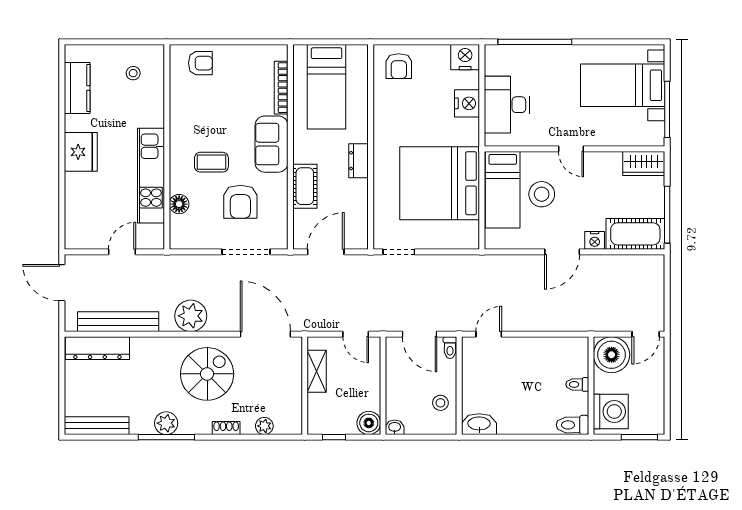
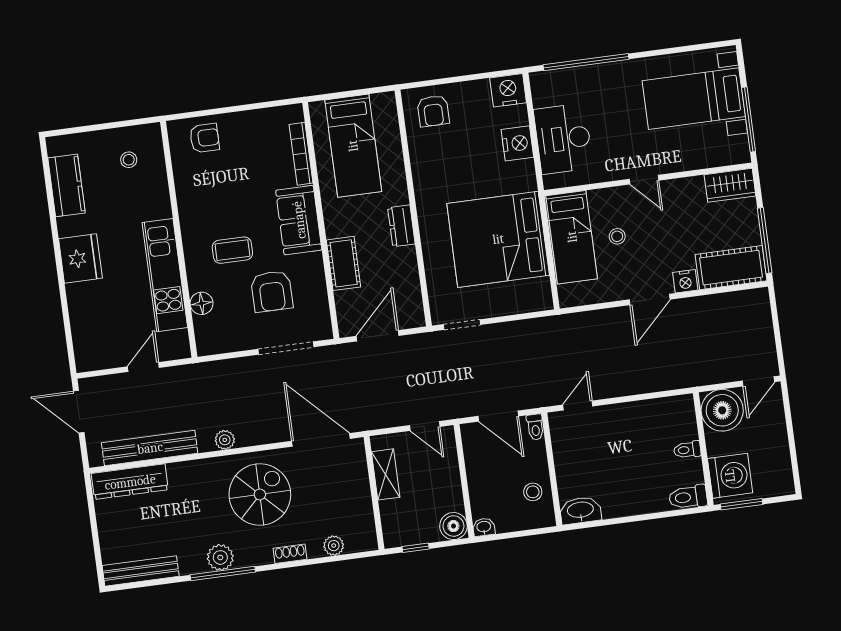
stool: (542, 194) -> (617, 236), width x0.53, depth x0.53
plant: (191, 316) -> (225, 440), width x0.53, depth x0.53
window: (639, 437) -> (741, 504), moved

